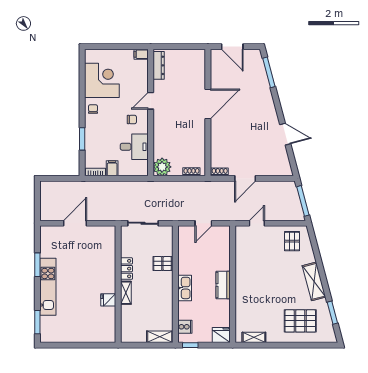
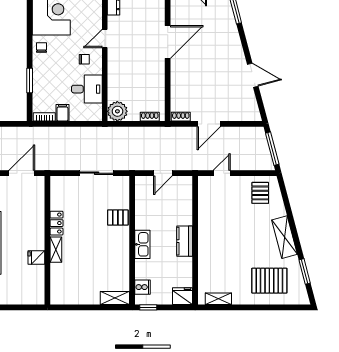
locker: (127, 269) -> (56, 223), moved
wall: (118, 284) -> (47, 240), moved
shelving: (126, 293) -> (56, 250), moved
fridge: (108, 300) -> (36, 258), moved

